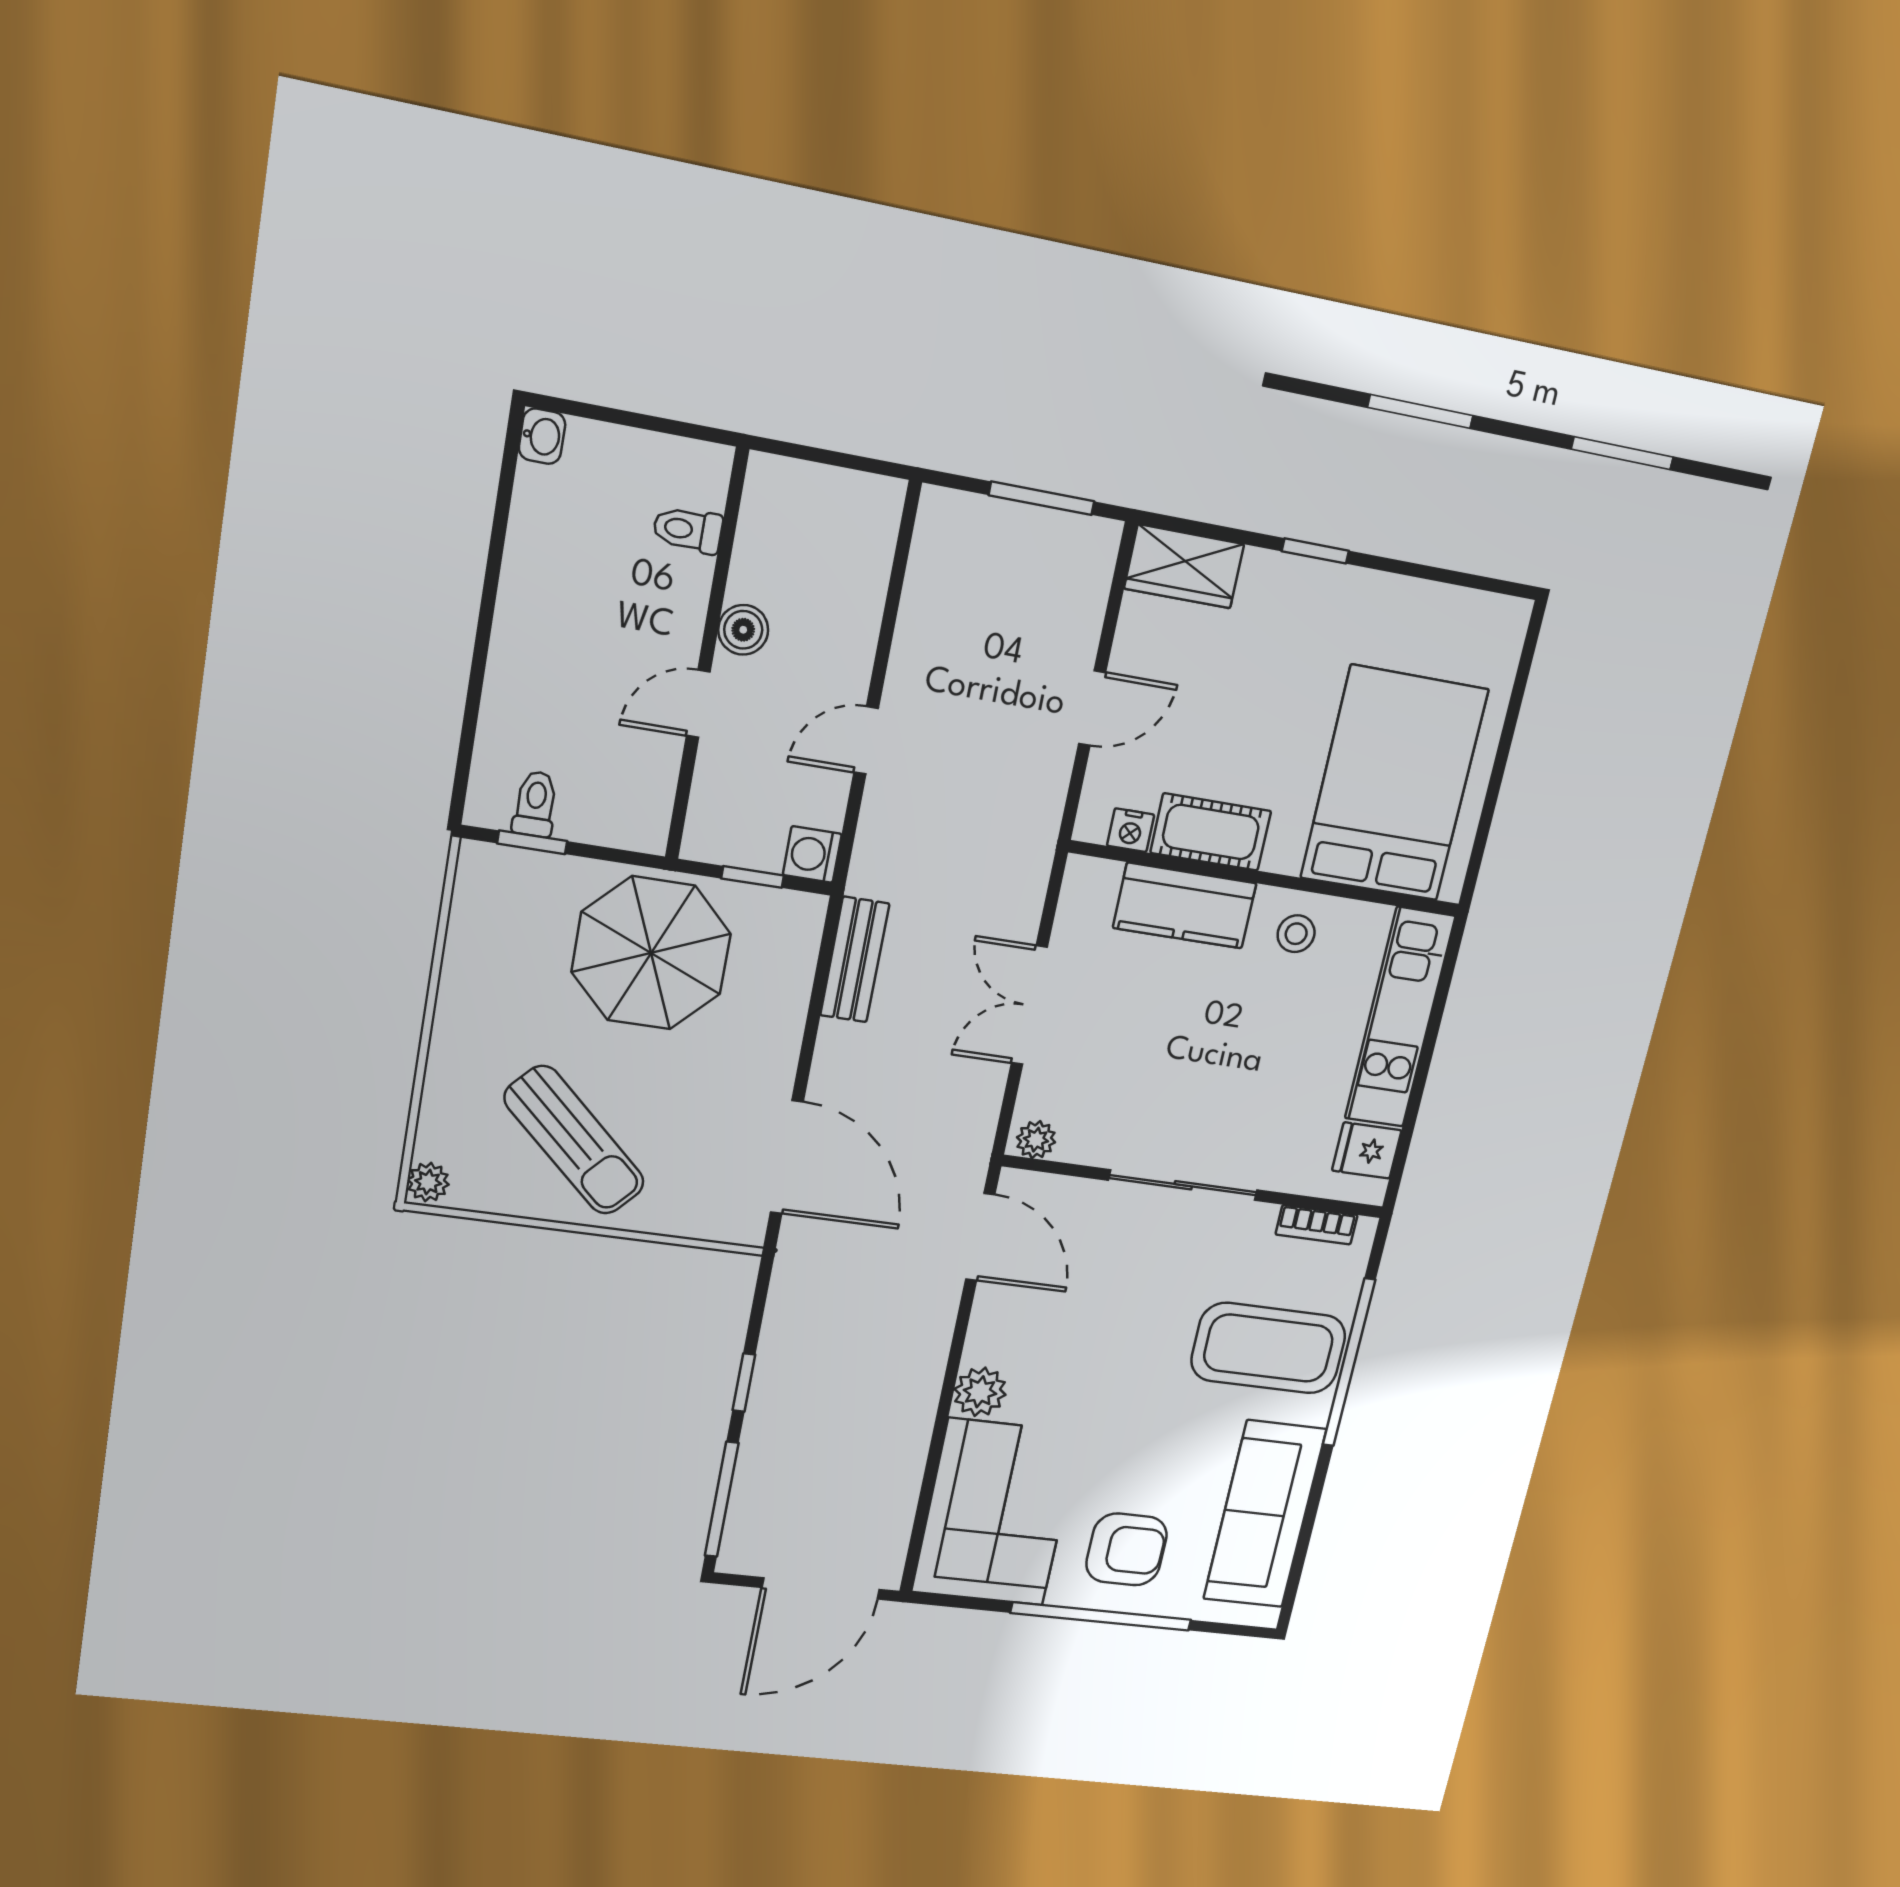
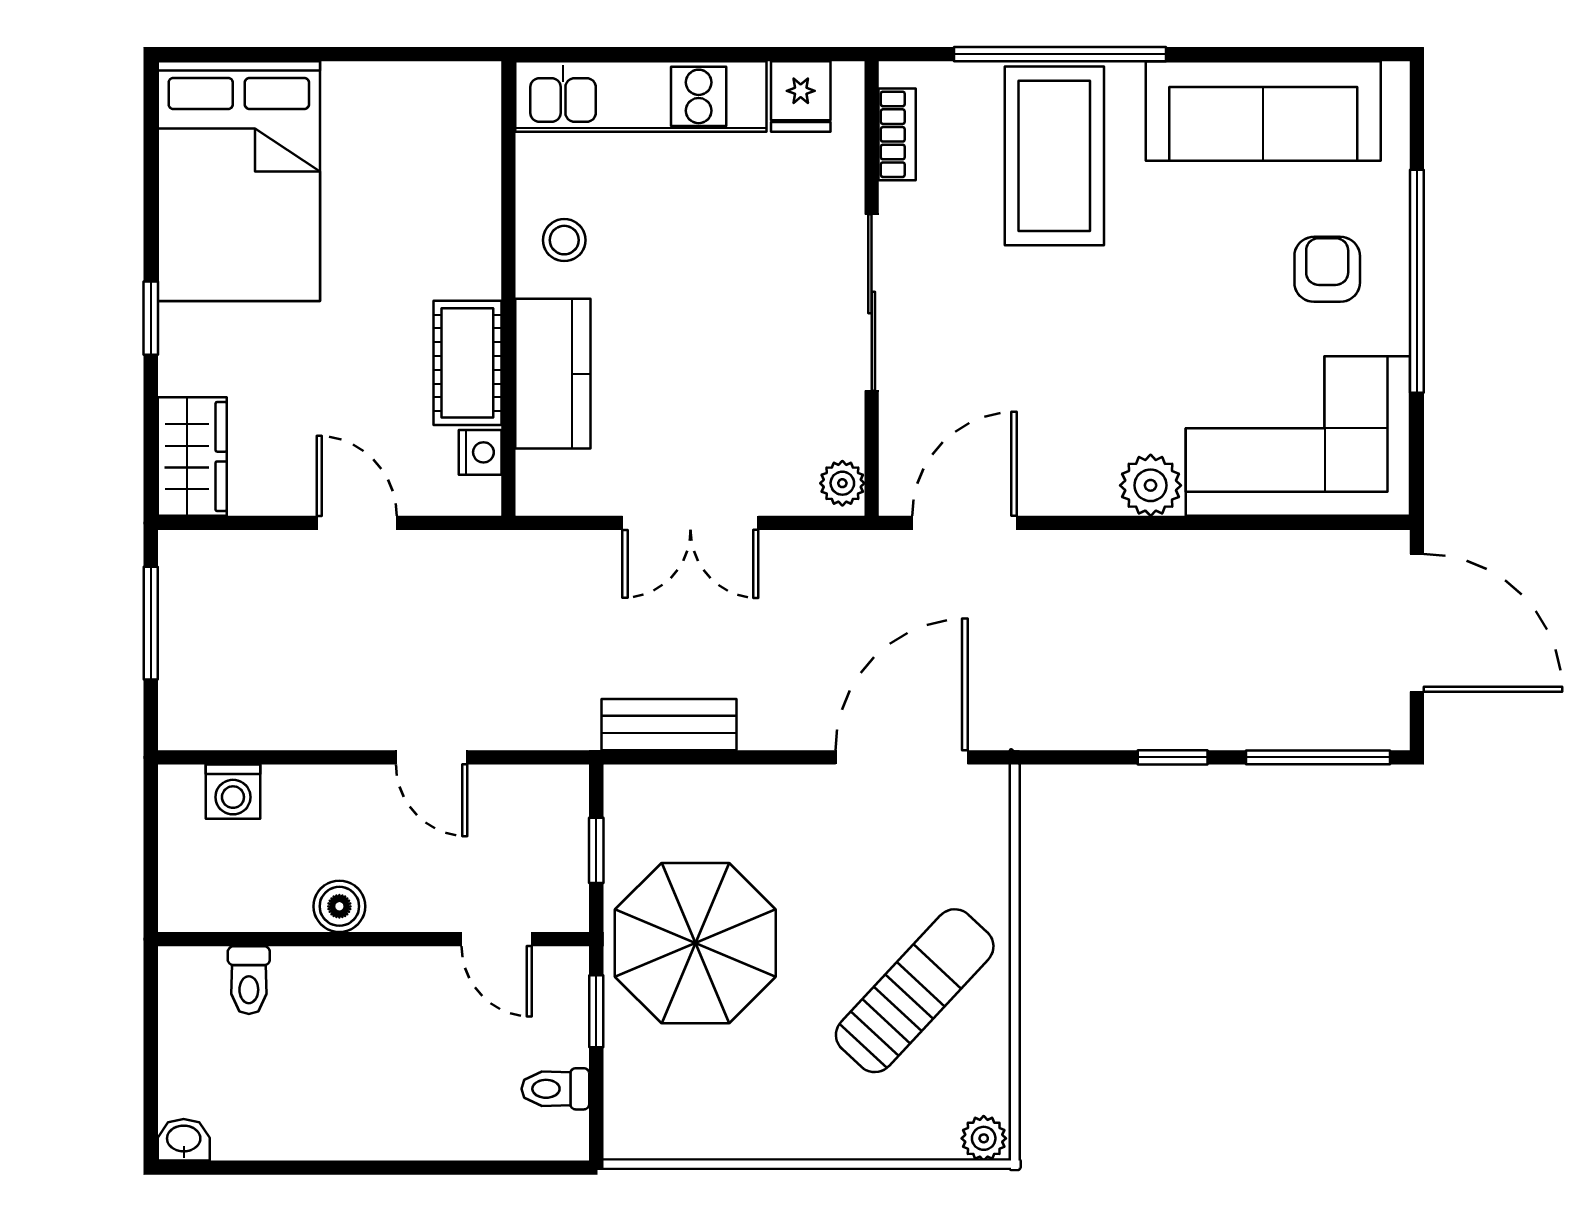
door: (698, 704) -> (497, 939), moved
bed: (1394, 784) -> (239, 181), moved, turned -90
window: (532, 842) -> (596, 1011), moved
washing machine: (812, 854) -> (233, 792), moved
armchair: (1126, 1549) -> (1327, 269), width x0.72, depth x0.72

